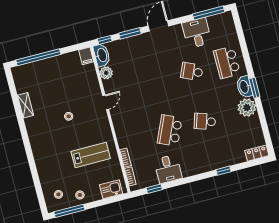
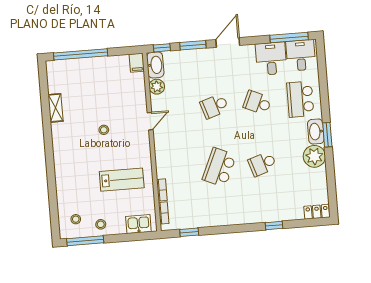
school desk: (157, 81) -> (214, 106), added
school desk: (205, 121) -> (262, 164), turned -36
desk: (168, 169) -> (301, 55), moved, turned 180

